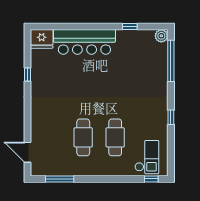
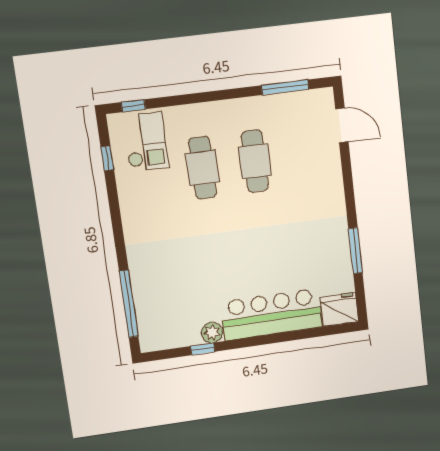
plant: (161, 36) -> (212, 333), moved
window: (28, 74) -> (355, 251), width x2.17
window: (171, 117) -> (107, 158), moved
checkout: (147, 157) -> (146, 142), turned 180

